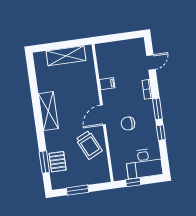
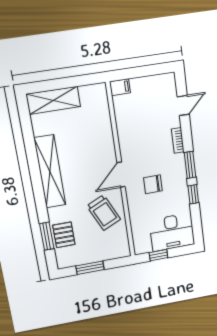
shelving: (66, 56) -> (53, 100), moved
filing cabinet: (107, 84) -> (120, 87), moved
shelving: (48, 111) -> (50, 172), width x1.47

